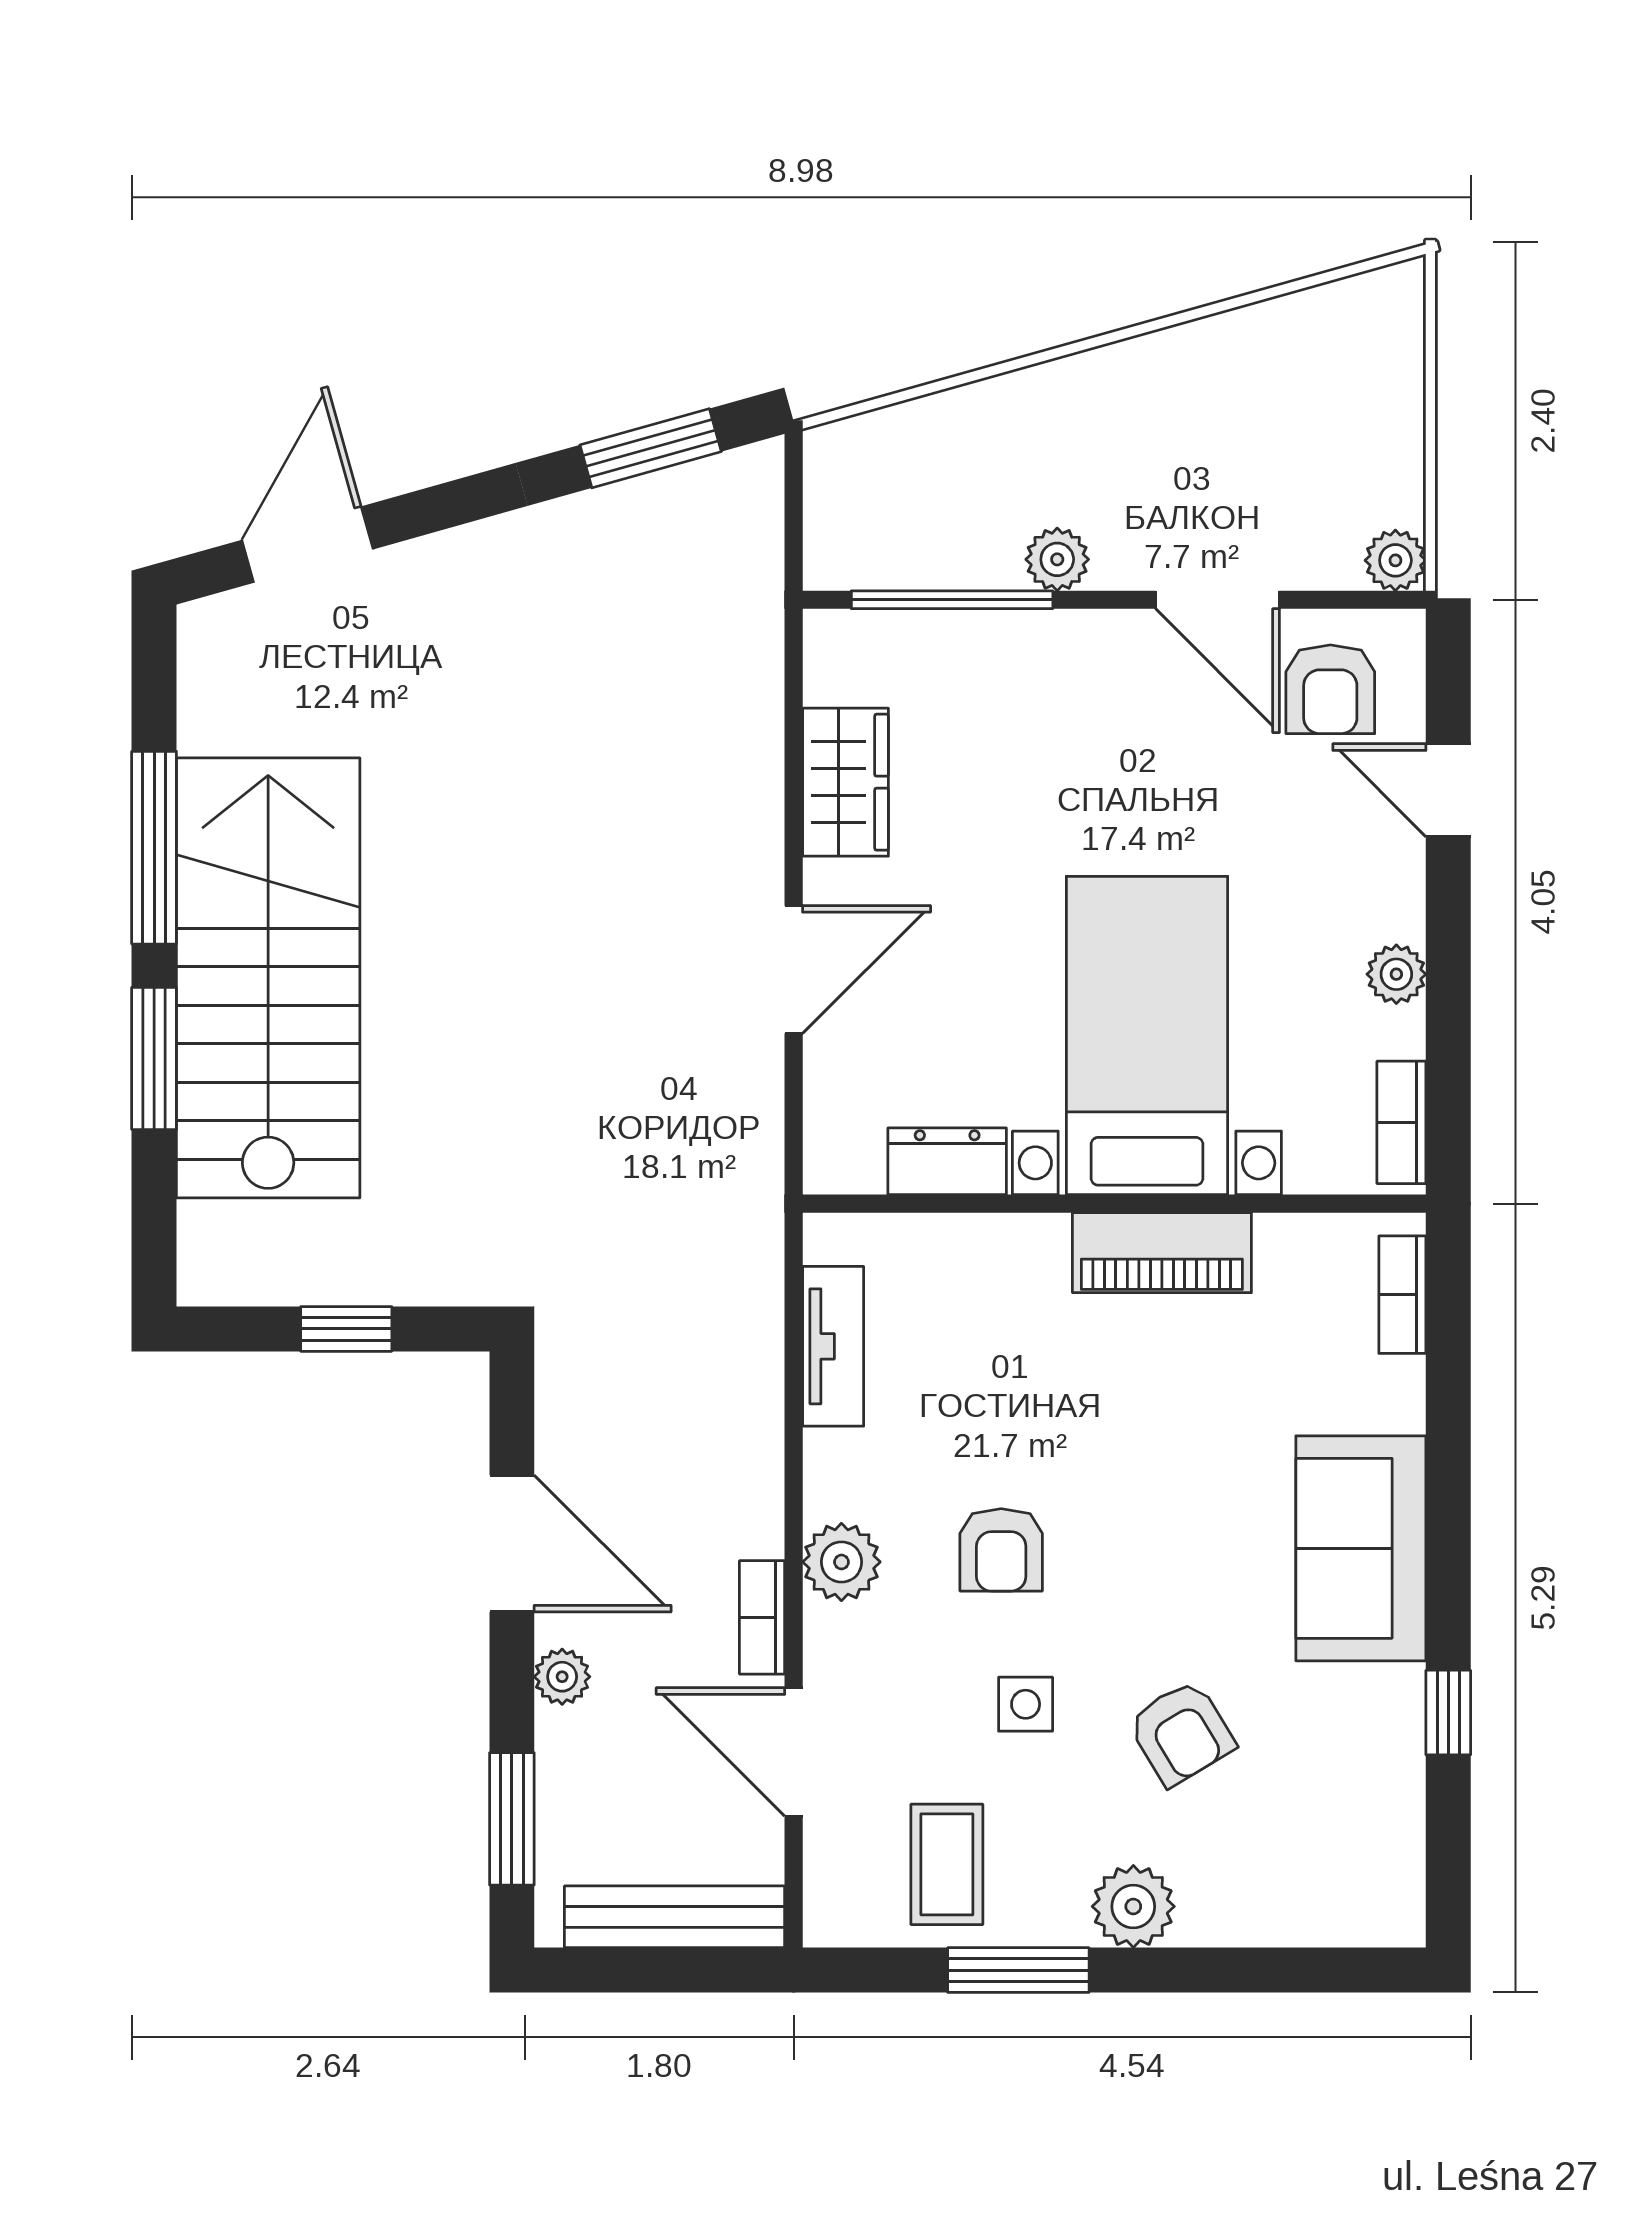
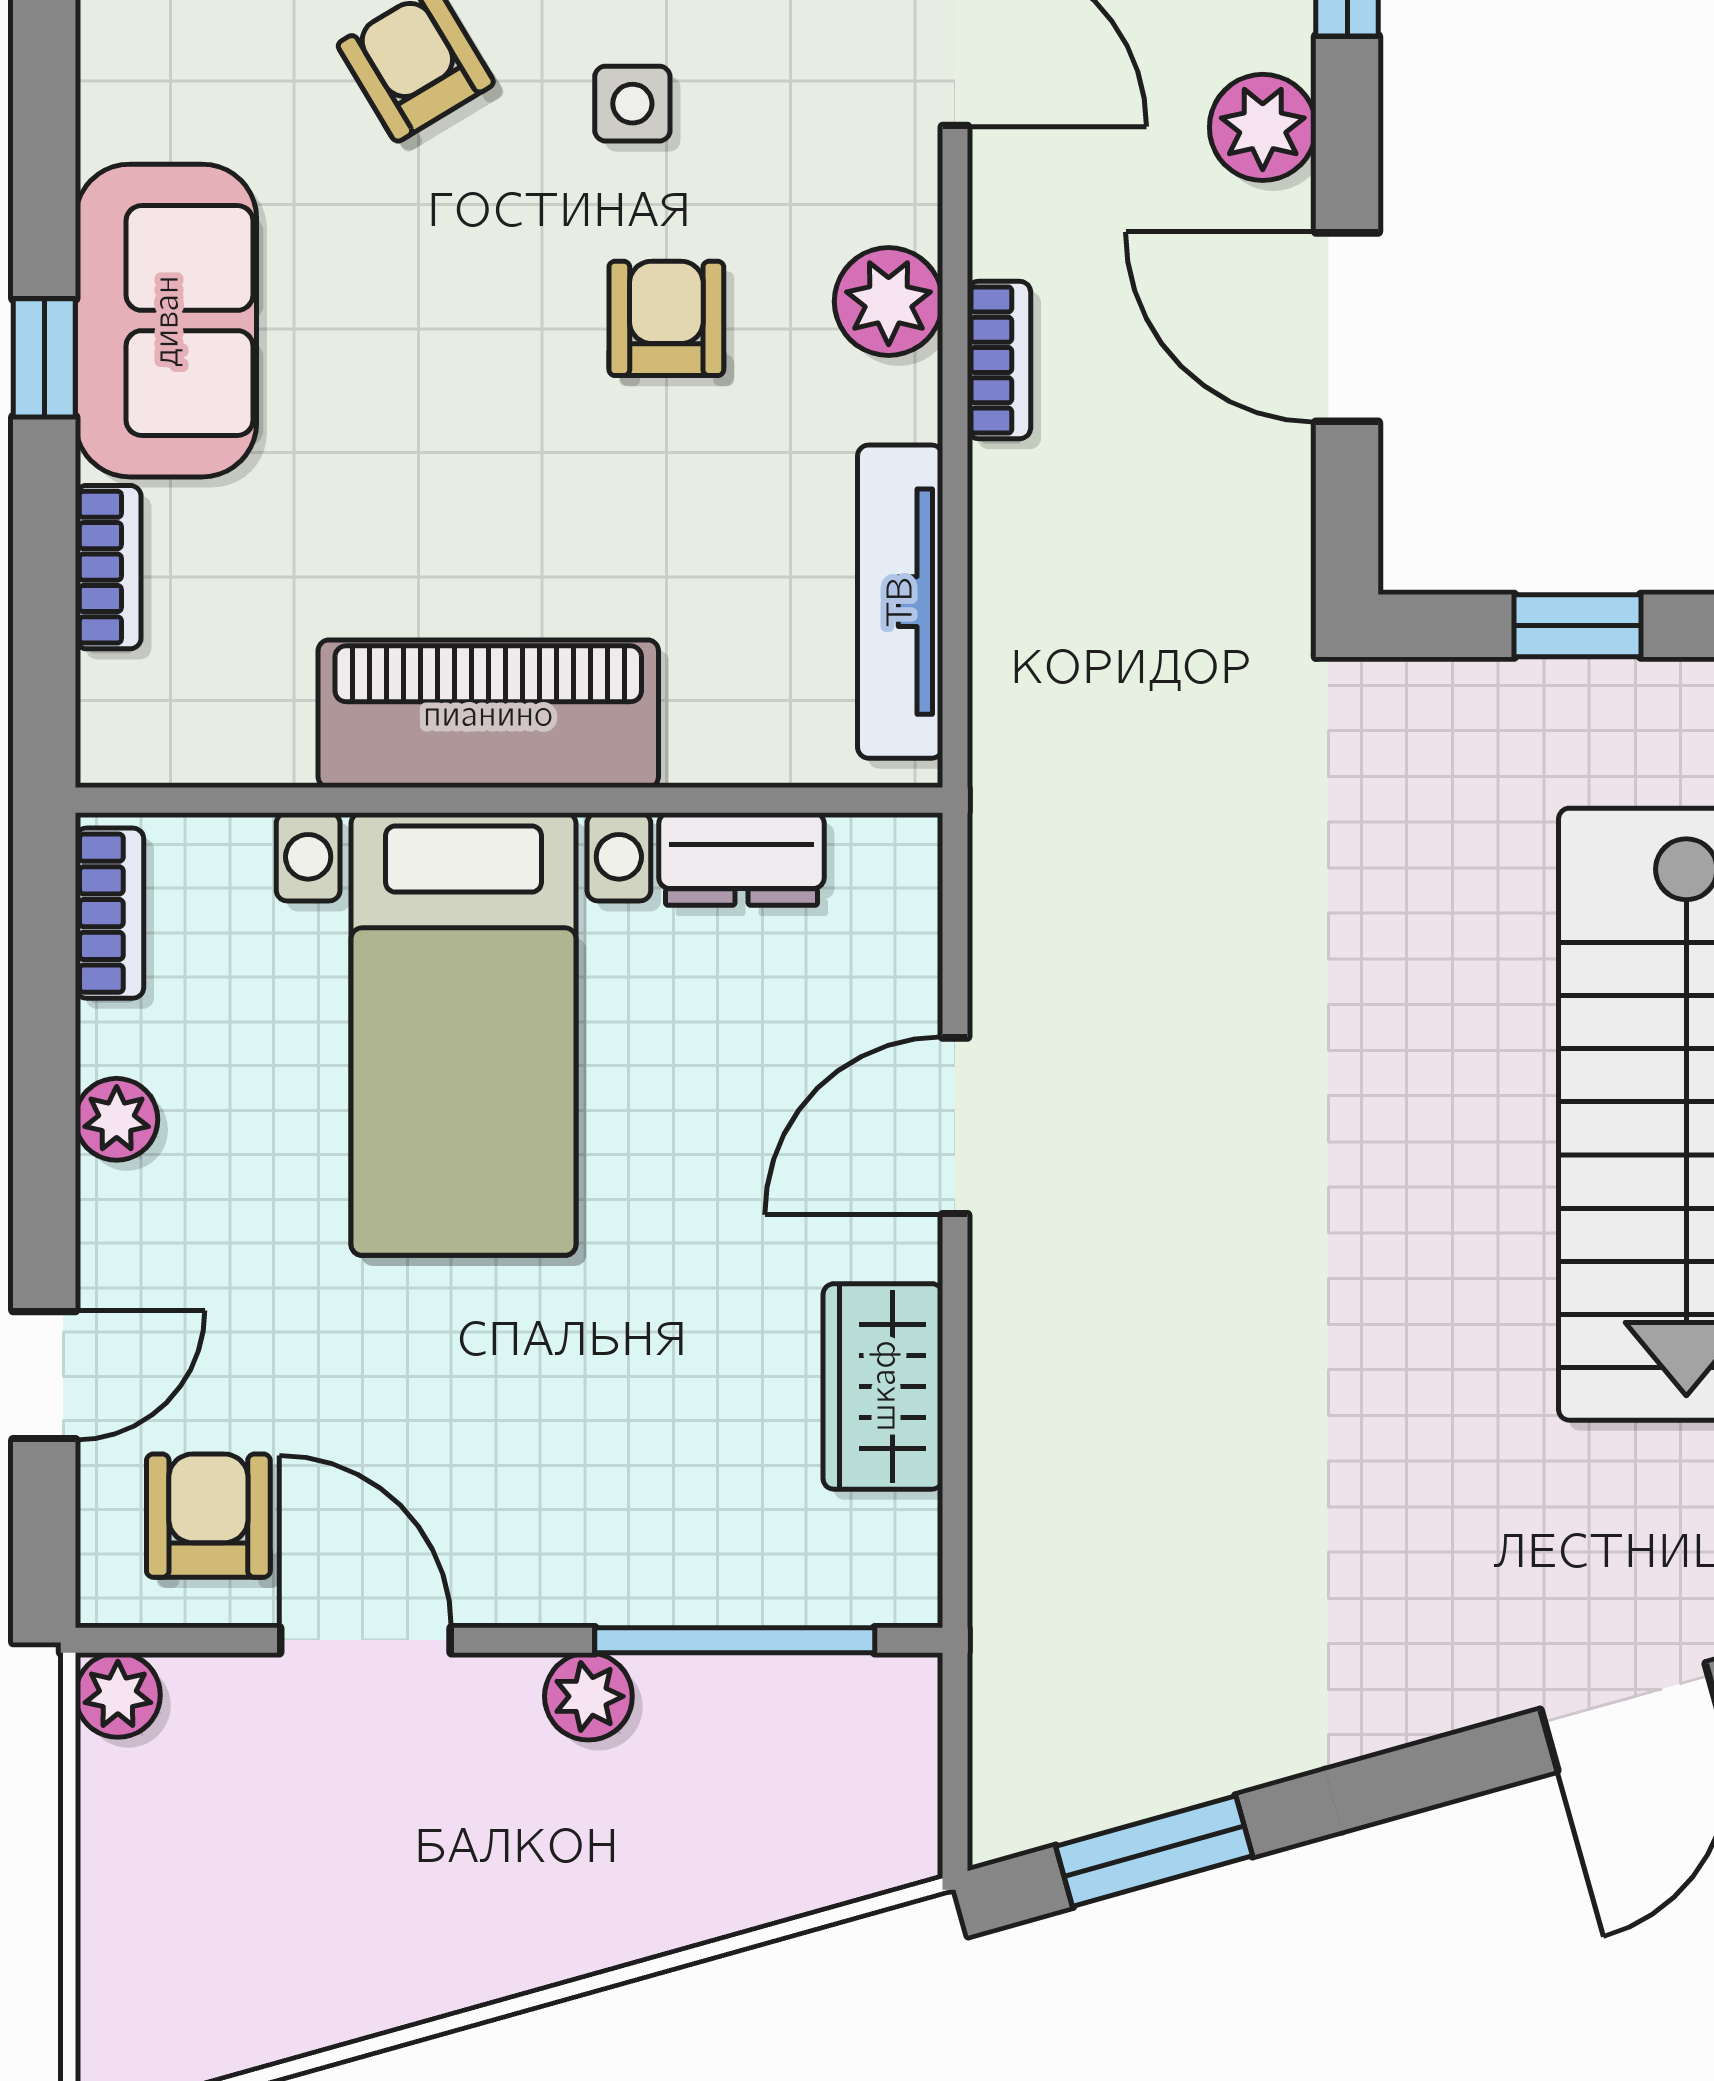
door: (1448, 790) -> (44, 1375), hinge flipped
piano: (1162, 1253) -> (488, 714), width x1.37, depth x1.33
bookcase: (1402, 1295) -> (108, 567), moved
tv unit: (833, 1346) -> (900, 602), width x1.41
bookcase: (762, 1617) -> (999, 360), moved
plant: (562, 1677) -> (1263, 127), width x1.38, depth x1.38
window: (1448, 1713) -> (44, 358), moved

